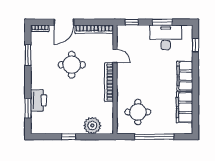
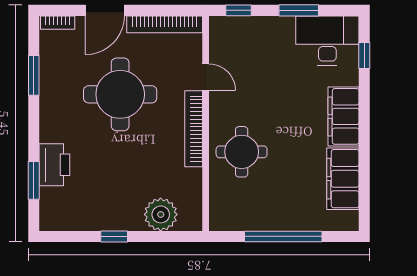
desk: (166, 37) -> (327, 40), moved
round table: (72, 65) -> (120, 94), width x1.36, depth x1.36
round table: (138, 112) -> (242, 152), moved

